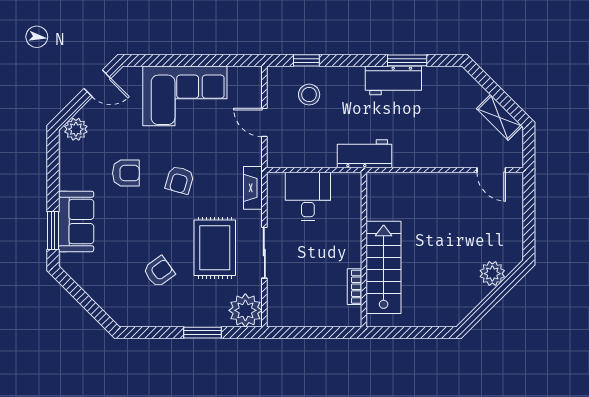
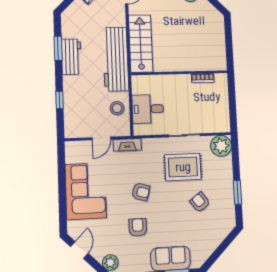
window: (306, 60) -> (60, 100), moved
stool: (309, 95) -> (117, 108), moved
workbench: (364, 154) -> (116, 59), width x1.88, depth x1.32
fireplace: (253, 188) -> (127, 145), moved
stairs: (384, 267) -> (141, 44), moved, turned 90
window: (203, 333) -> (237, 192), moved

